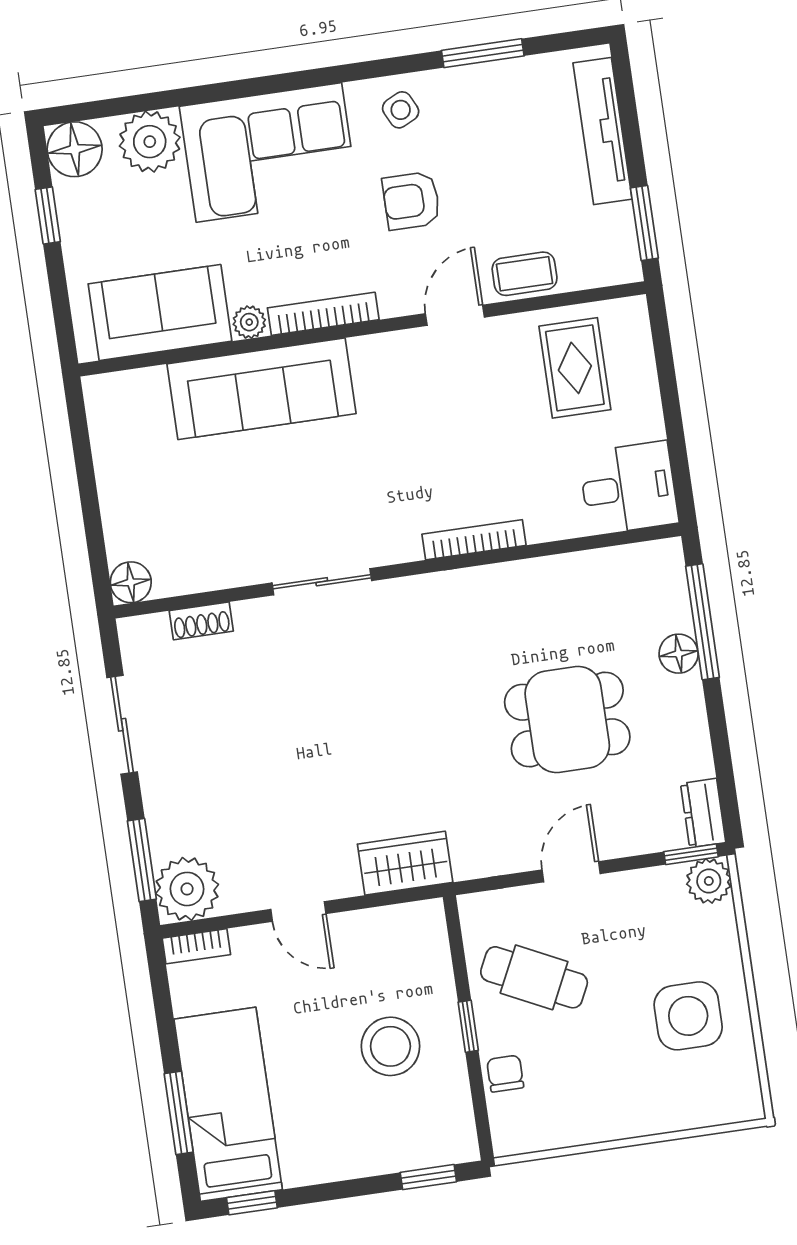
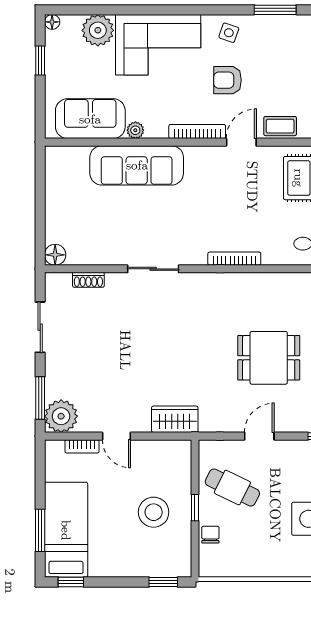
side table: (401, 110) -> (229, 33), turned 45
floor lamp: (75, 149) -> (52, 22), width x0.53, depth x0.53
bookcase: (323, 314) -> (197, 132), moved
bookcase: (196, 946) -> (82, 446), moved

